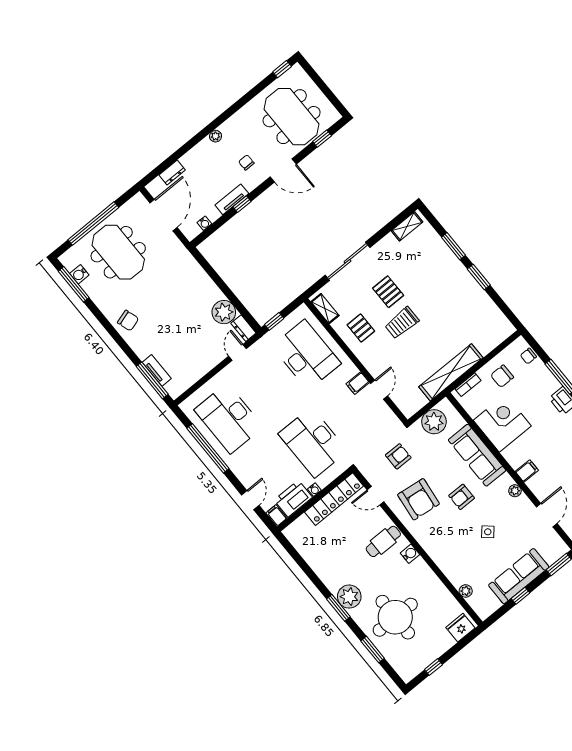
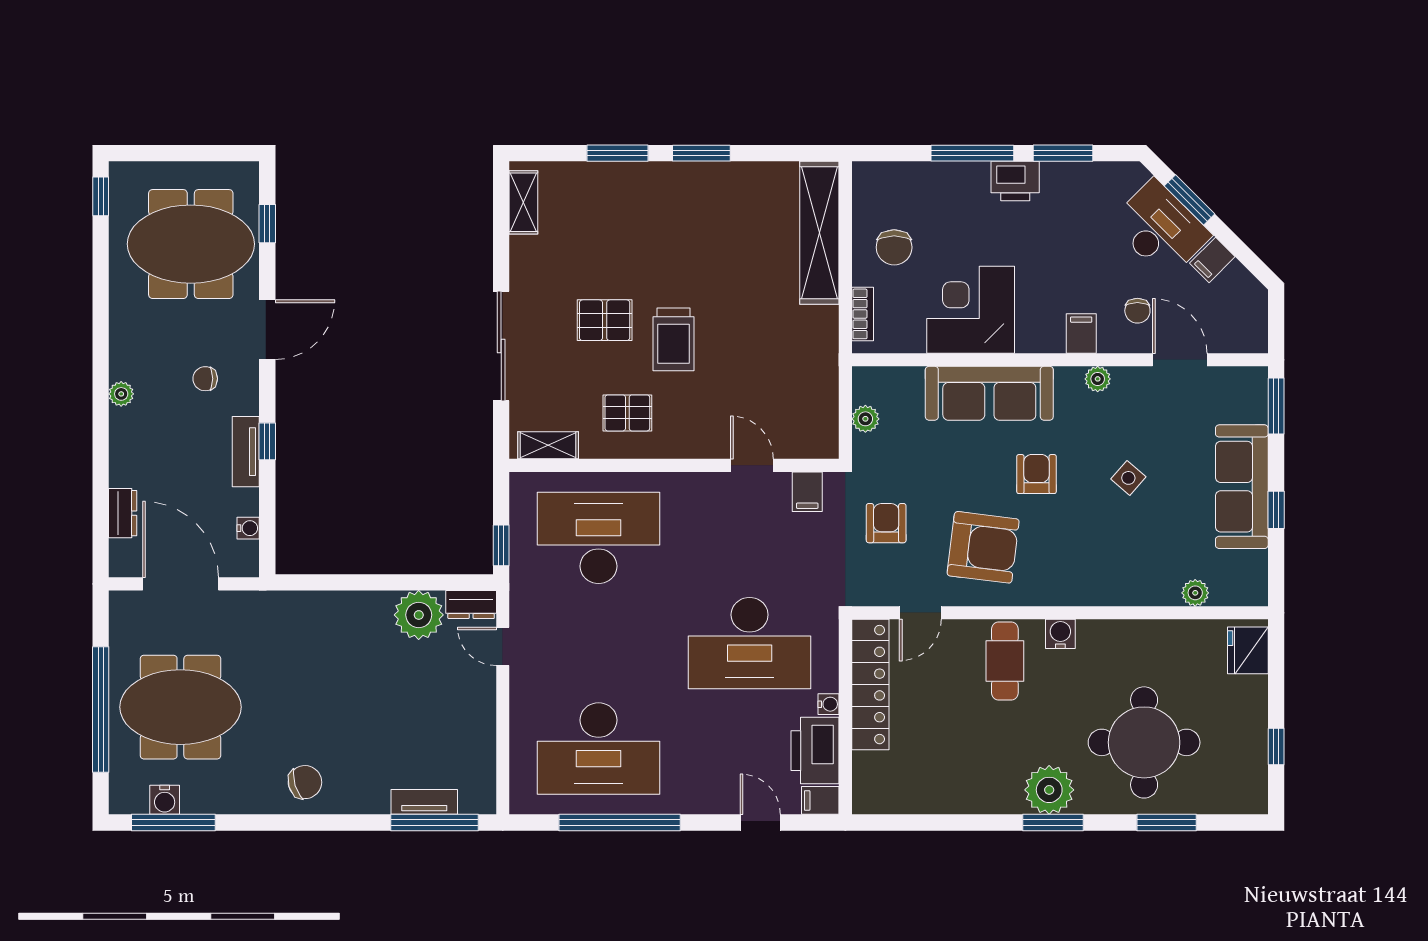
chair: (528, 356) -> (1137, 311), moved
shelving: (451, 372) -> (819, 233), moved
filing cabinet: (358, 383) -> (807, 492), moved
plant: (434, 422) -> (865, 419), width x0.53, depth x0.53
armchair: (462, 497) -> (1036, 474), turned 180

